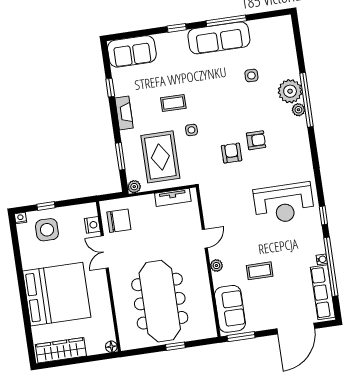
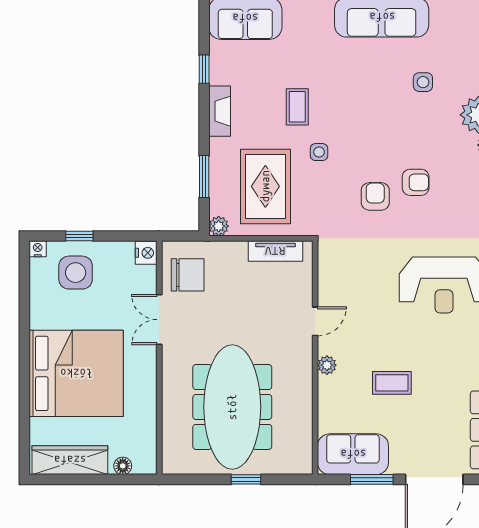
coffee table: (173, 103) -> (297, 107), turned 90
nightstand: (92, 225) -> (146, 253), moved
sofa: (230, 309) -> (353, 454), moved, turned -90
window: (241, 337) -> (372, 479), moved
floor lamp: (111, 347) -> (123, 466), moved

